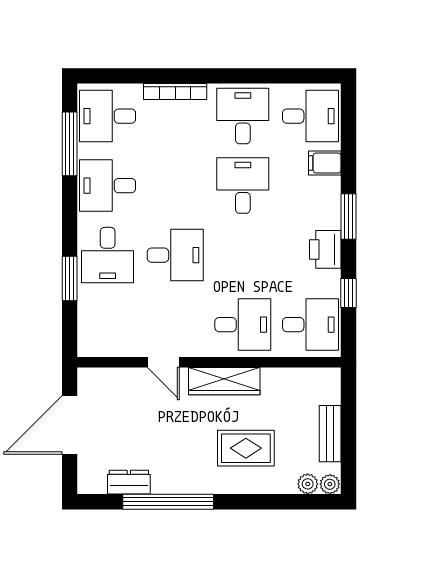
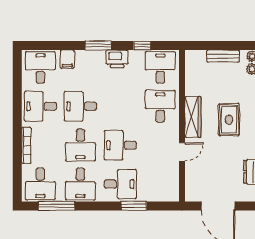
desk: (175, 186) -> (80, 145), added
desk: (175, 255) -> (120, 145), turned -90
rug: (246, 448) -> (229, 120), moved

